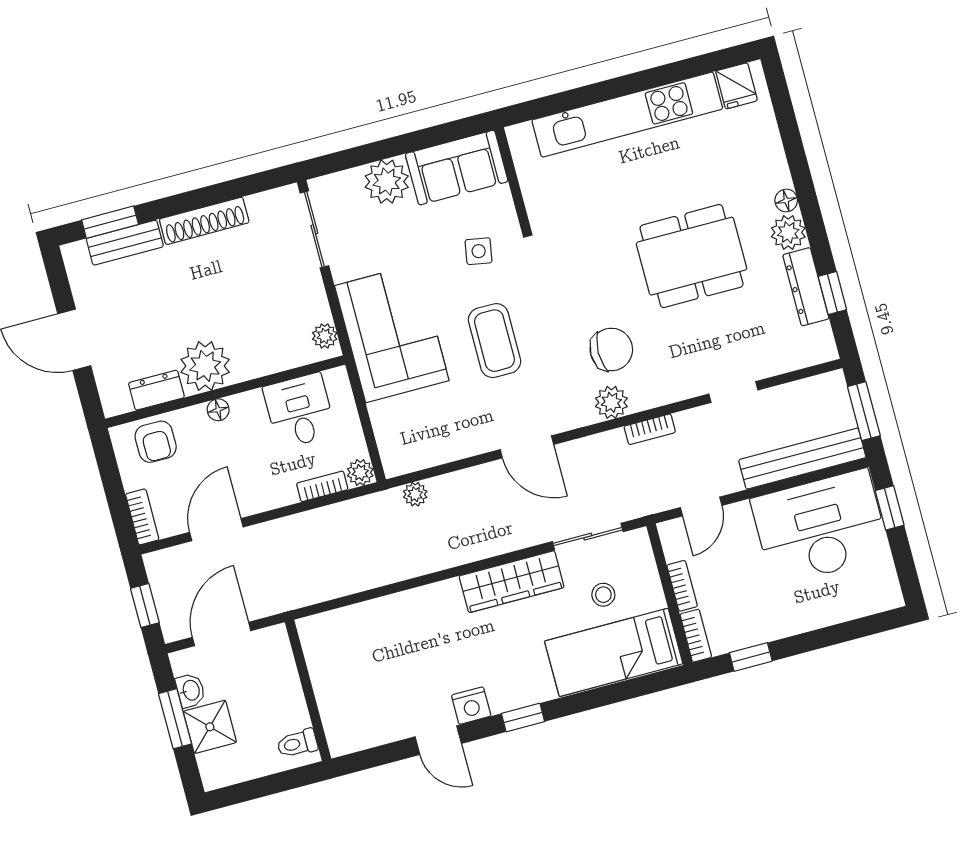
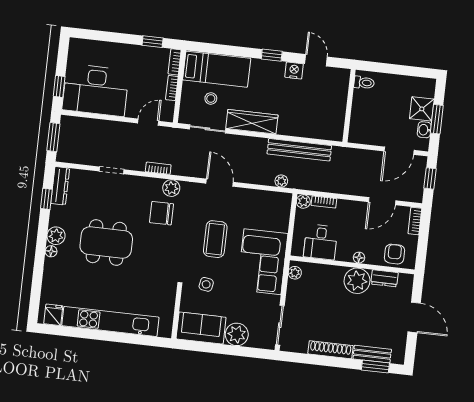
dresser: (806, 287) -> (60, 186), moved
bench: (802, 459) -> (299, 150), moved
wall: (308, 690) -> (349, 106), moved
toilet: (297, 743) -> (364, 83), moved

